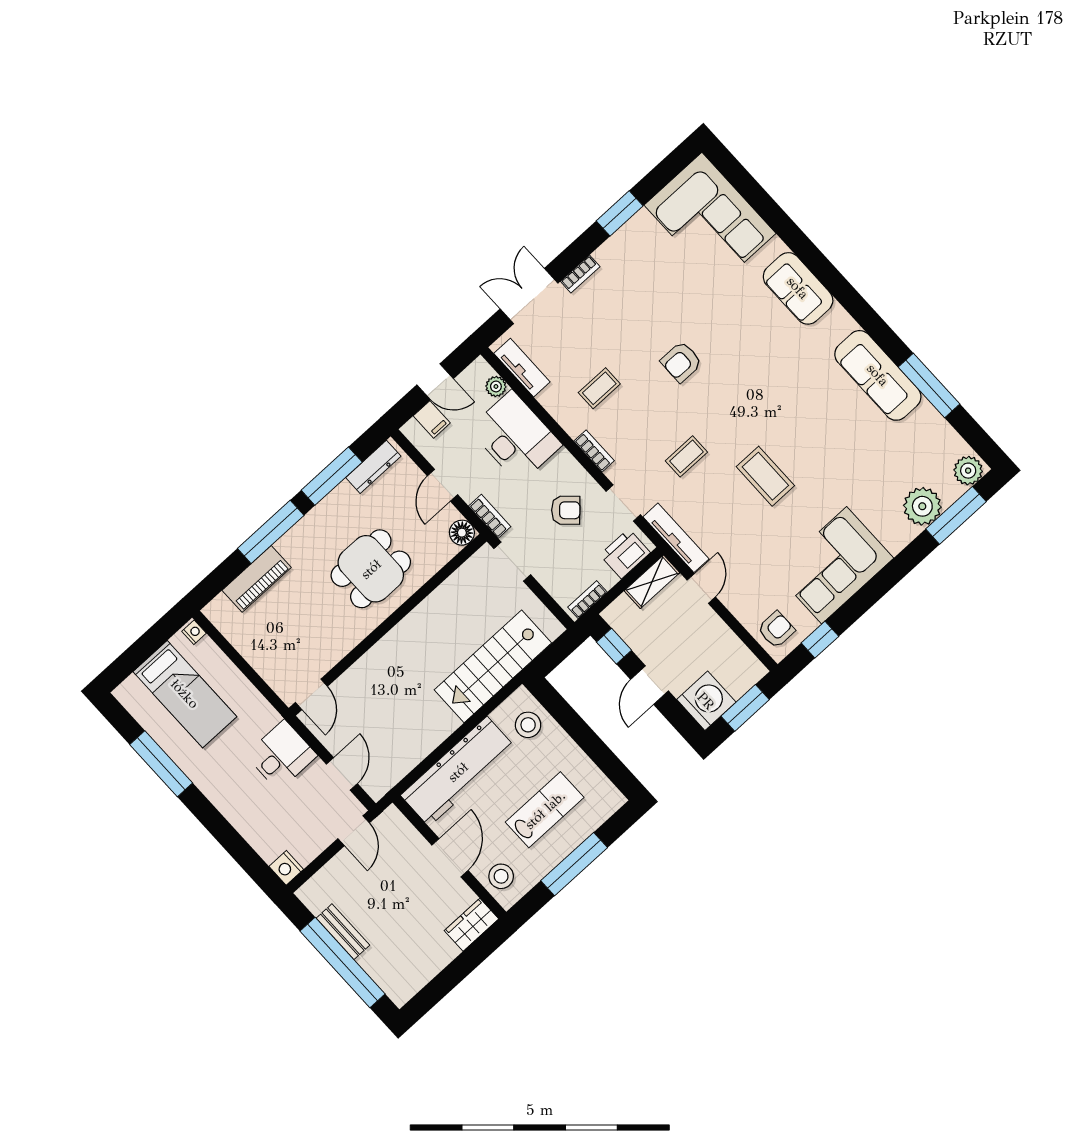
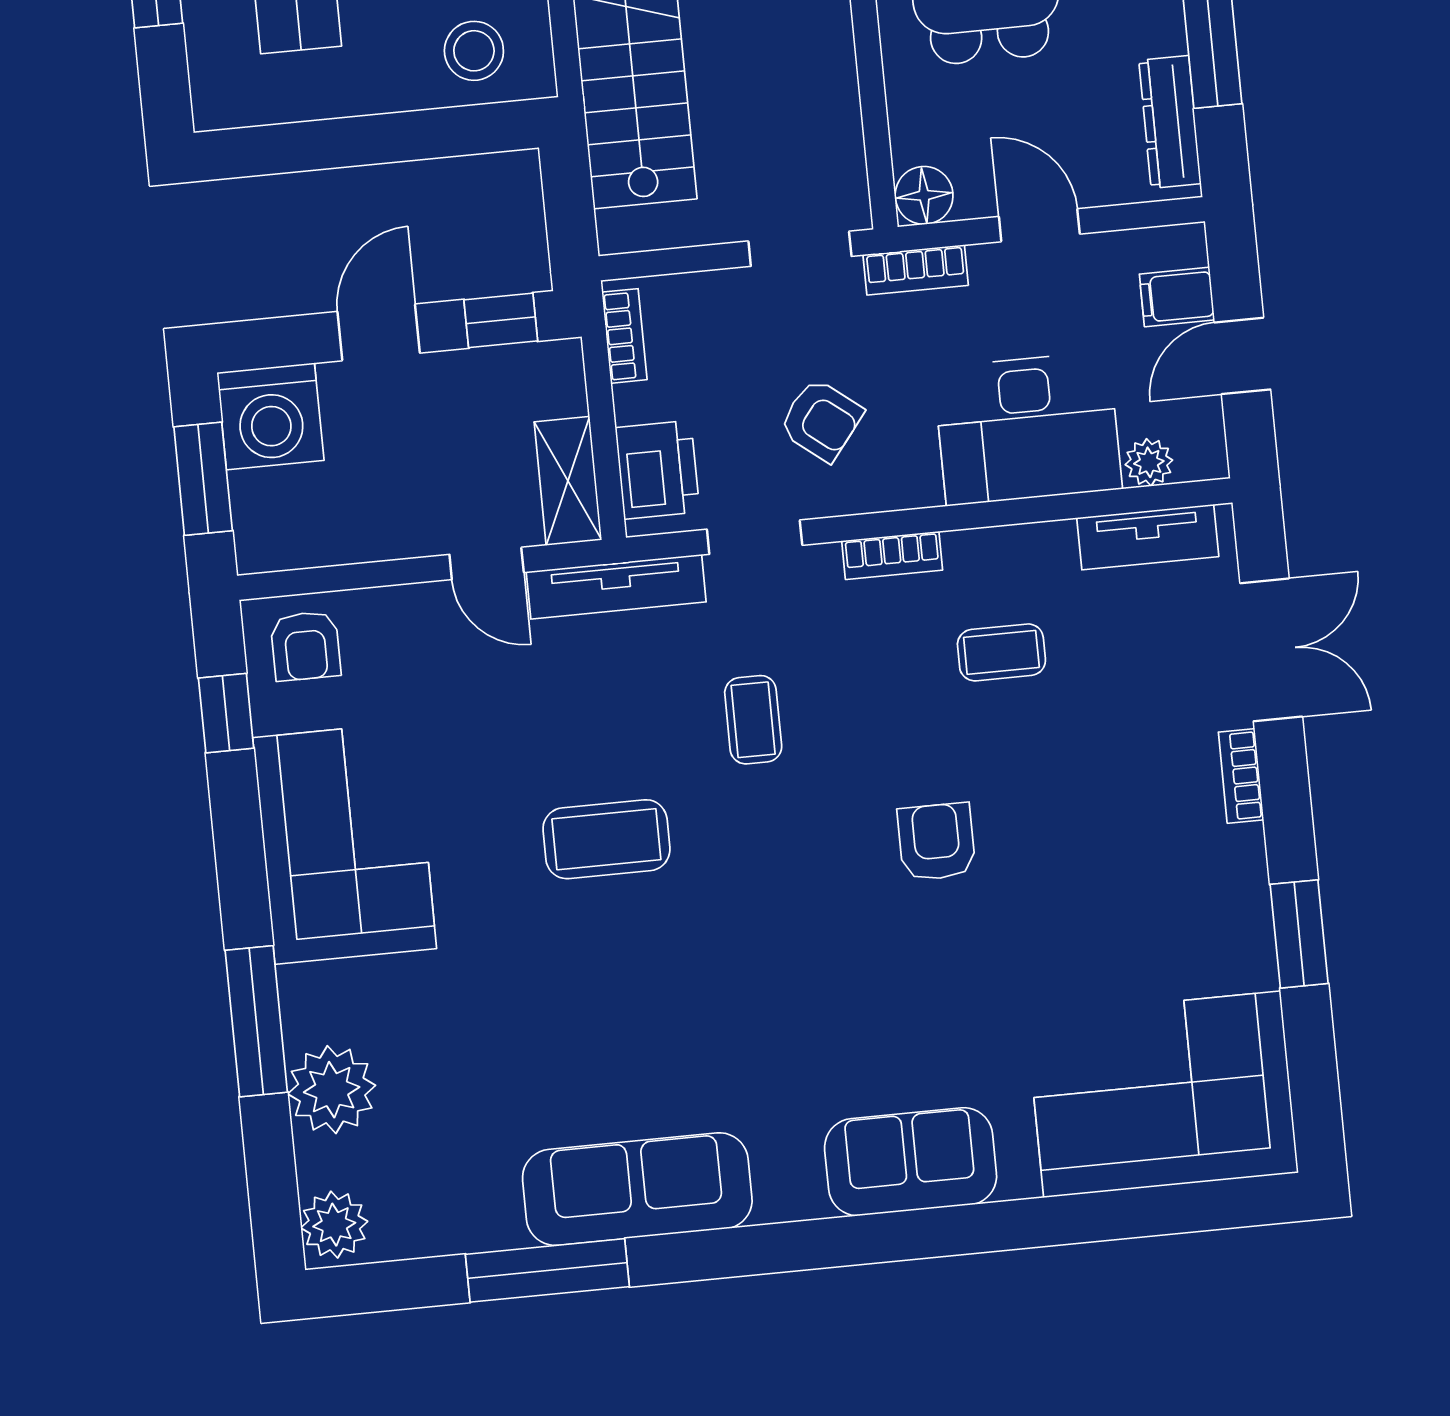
coffee table: (599, 388) -> (1001, 652), turned 90
armchair: (566, 510) -> (821, 420), turned -95
window: (956, 515) -> (256, 1021), moved
door: (650, 685) -> (379, 332), hinge flipped

